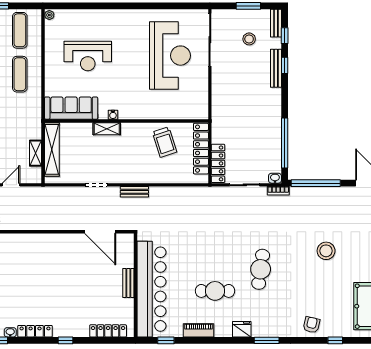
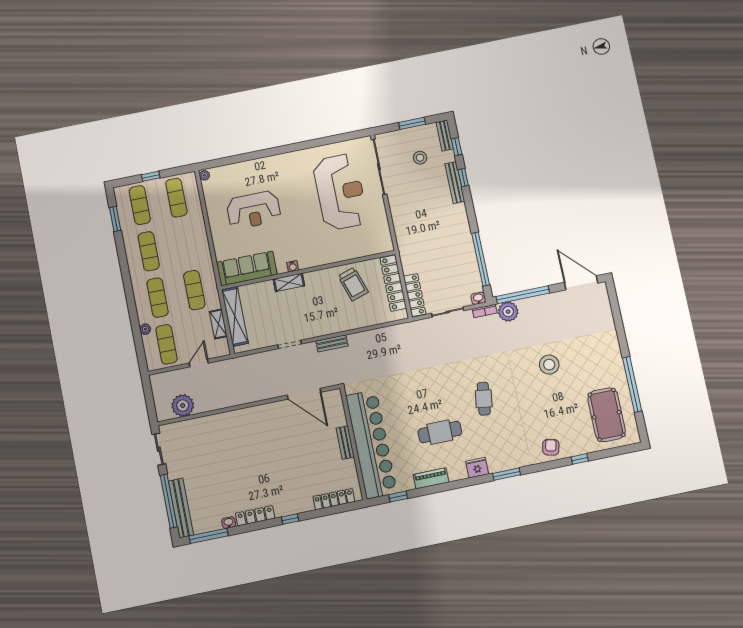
exercise mat: (20, 74) -> (194, 290), moved
plant: (299, 196) -> (508, 312), added
cafe table: (261, 269) -> (484, 399), width x0.73, depth x0.74

